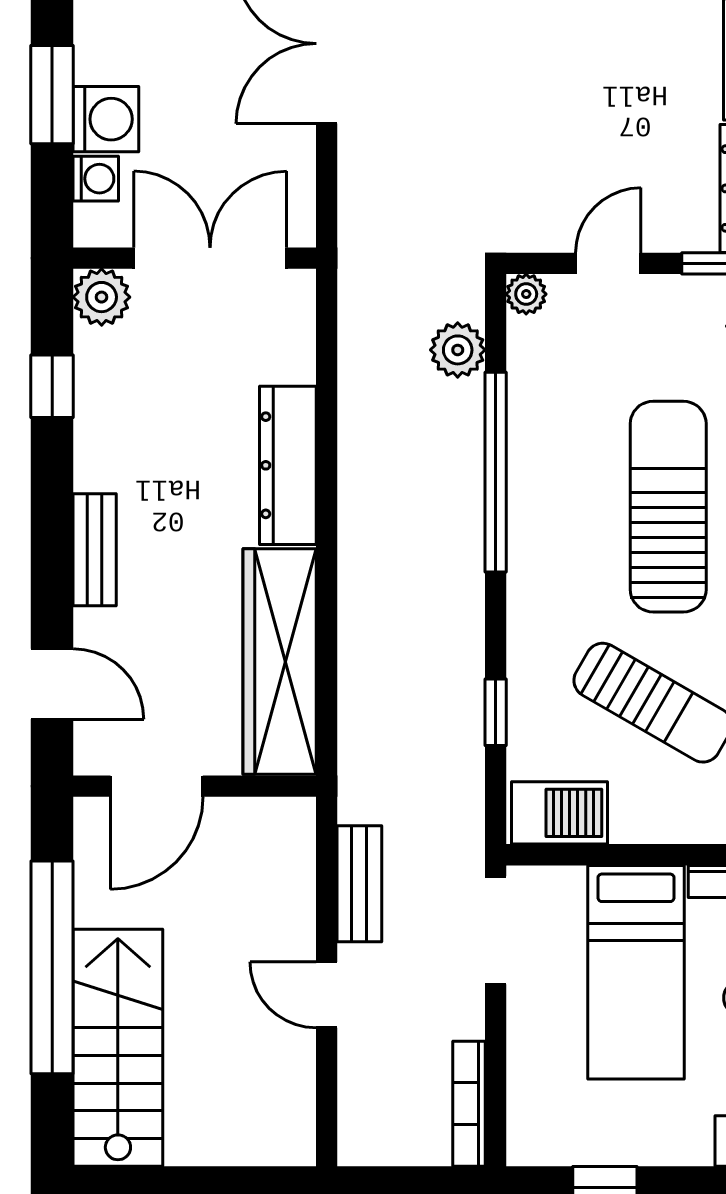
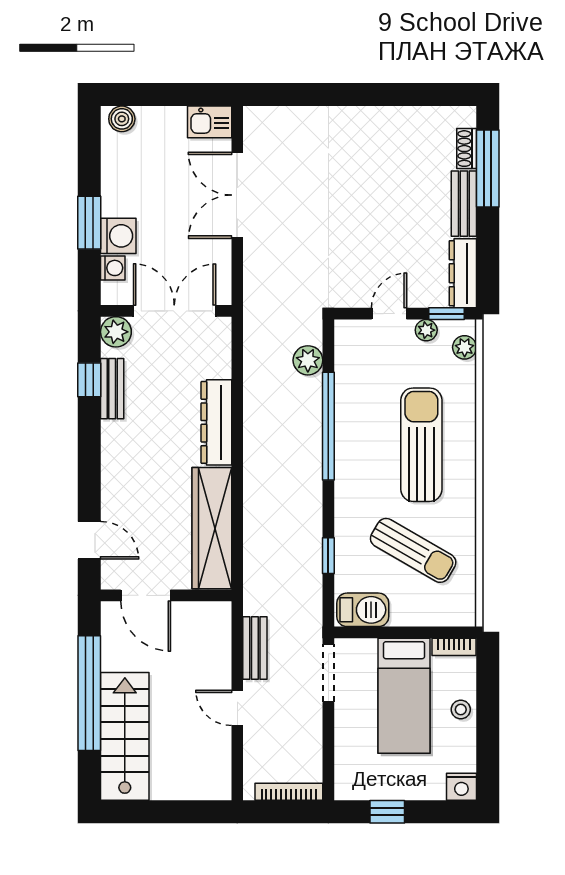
plant: (526, 294) -> (426, 330), moved
bench: (95, 550) -> (112, 389), moved
door: (157, 786) -> (146, 595), hinge flipped
bookcase: (469, 1104) -> (289, 792), moved, turned 90

